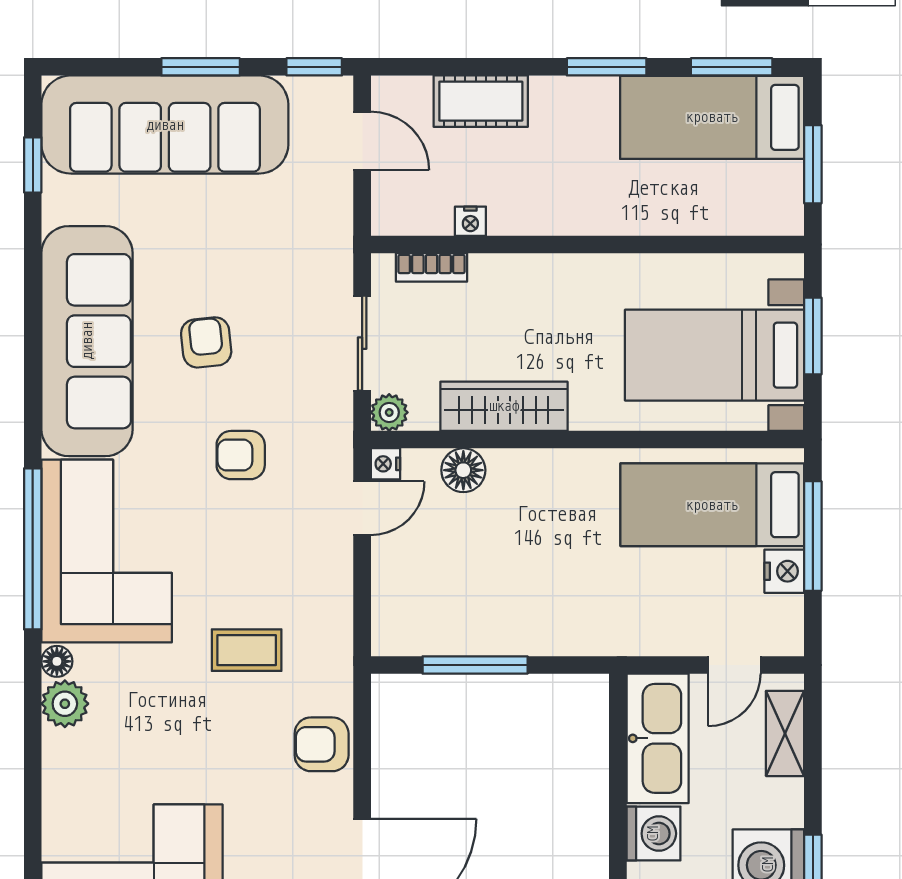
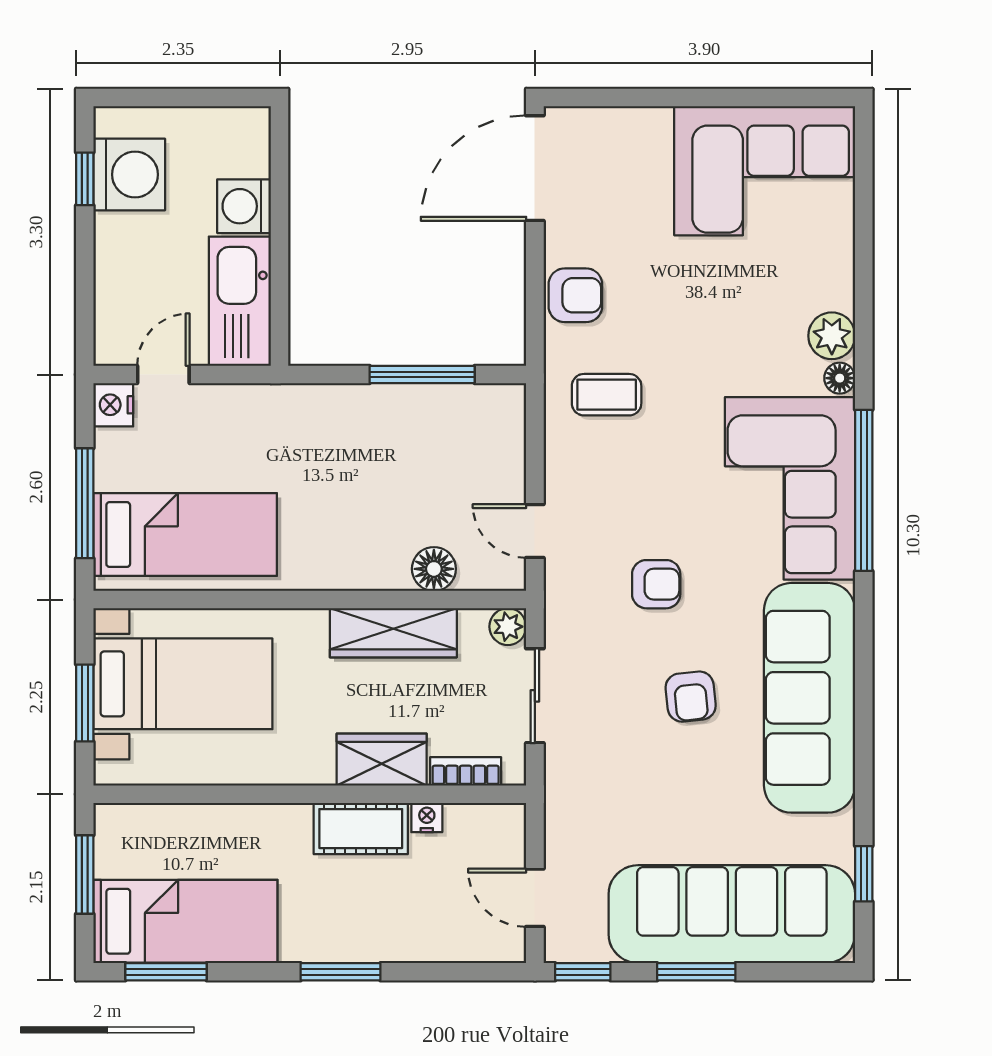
window: (607, 67) -> (341, 972), moved
cot: (481, 101) -> (361, 829), moved
wardrobe: (516, 279) -> (382, 760), added
nightstand: (385, 464) -> (512, 575), removed
door: (362, 508) -> (535, 531), hinge flipped
nightstand: (784, 571) -> (113, 405), moved
coffee table: (247, 650) -> (607, 395), moved
shelving: (785, 733) -> (113, 306), removed

